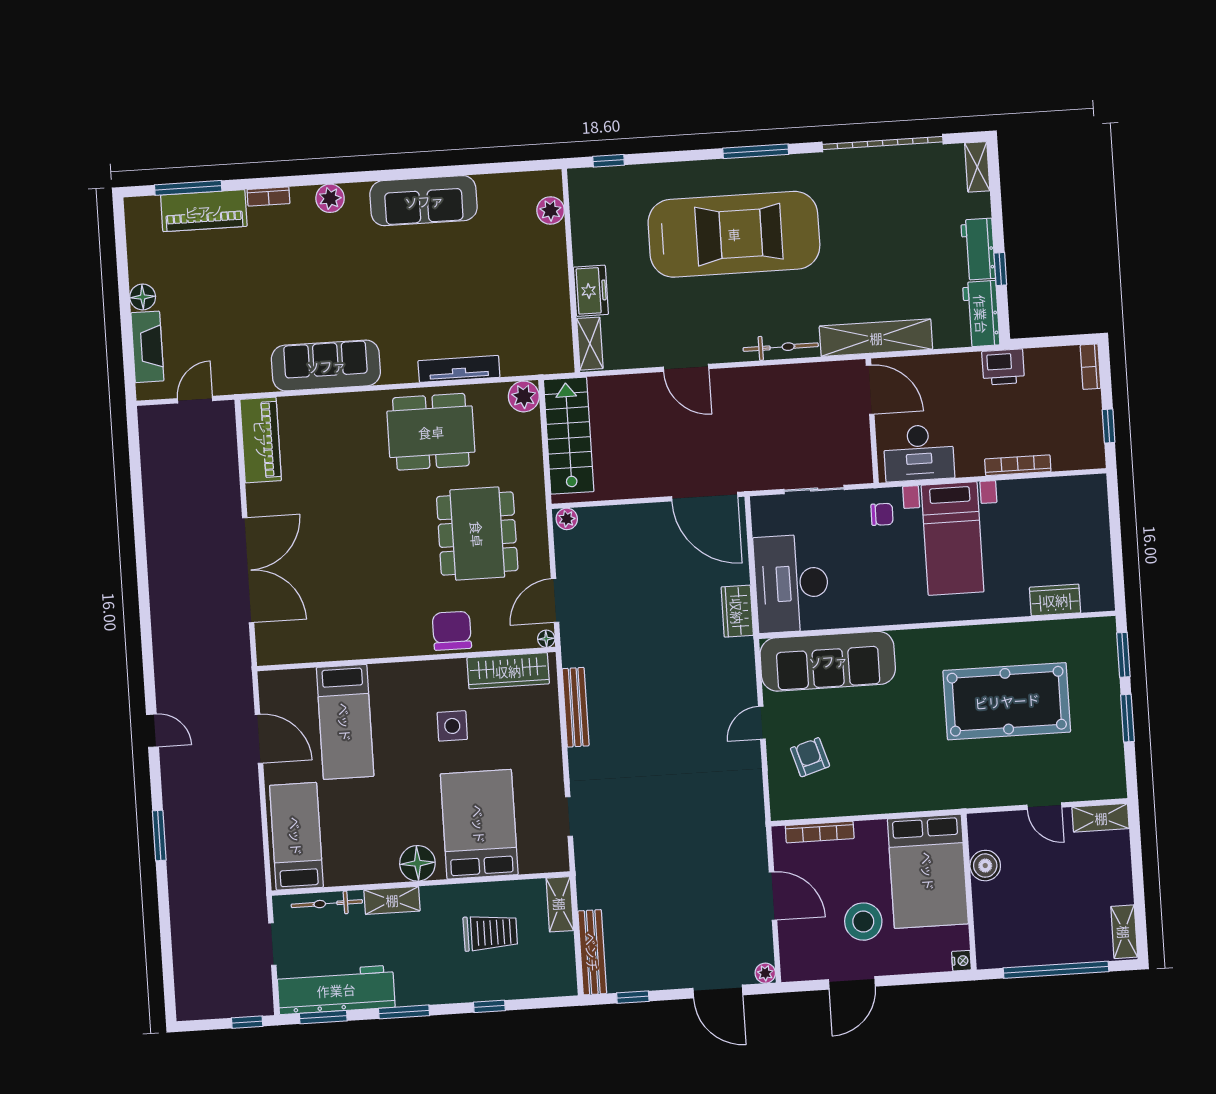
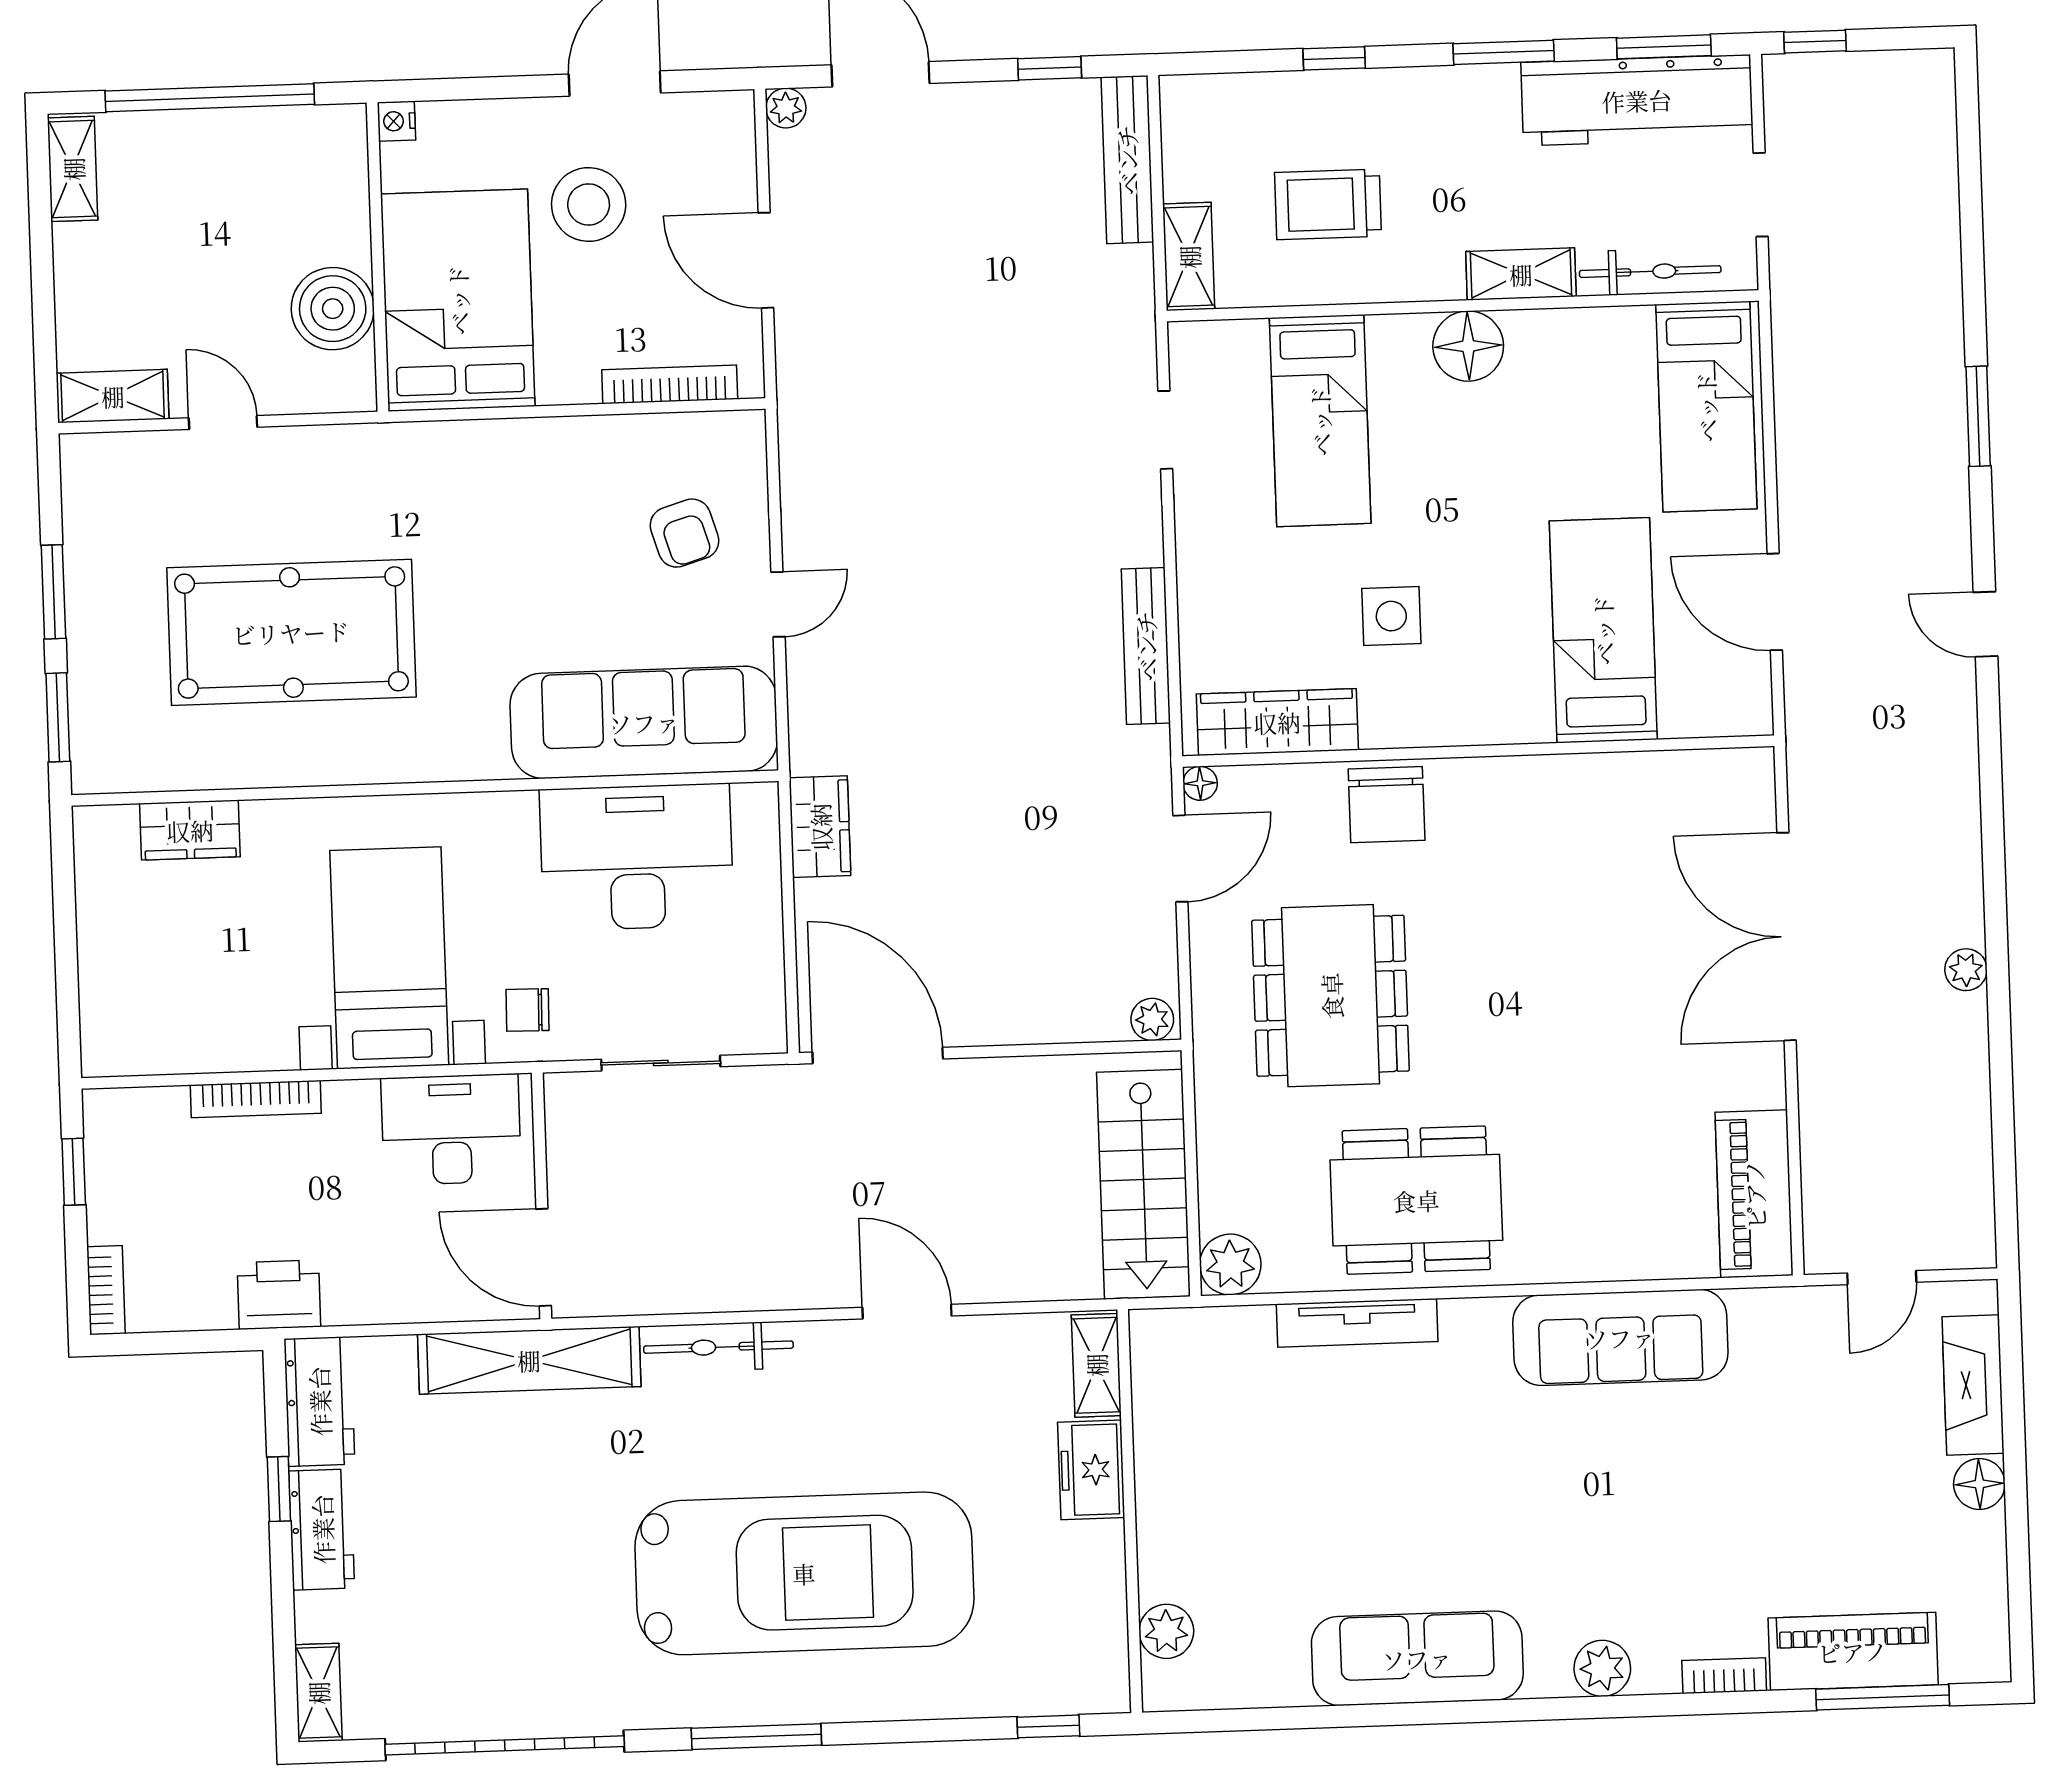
car: (734, 234) -> (804, 1573), turned 180
plant: (157, 556) -> (1966, 970), added
desk: (791, 583) -> (637, 857), moved, turned -90
bed: (479, 824) -> (1320, 421), width x0.67
boiler: (985, 866) -> (333, 309), width x1.37, depth x1.37

